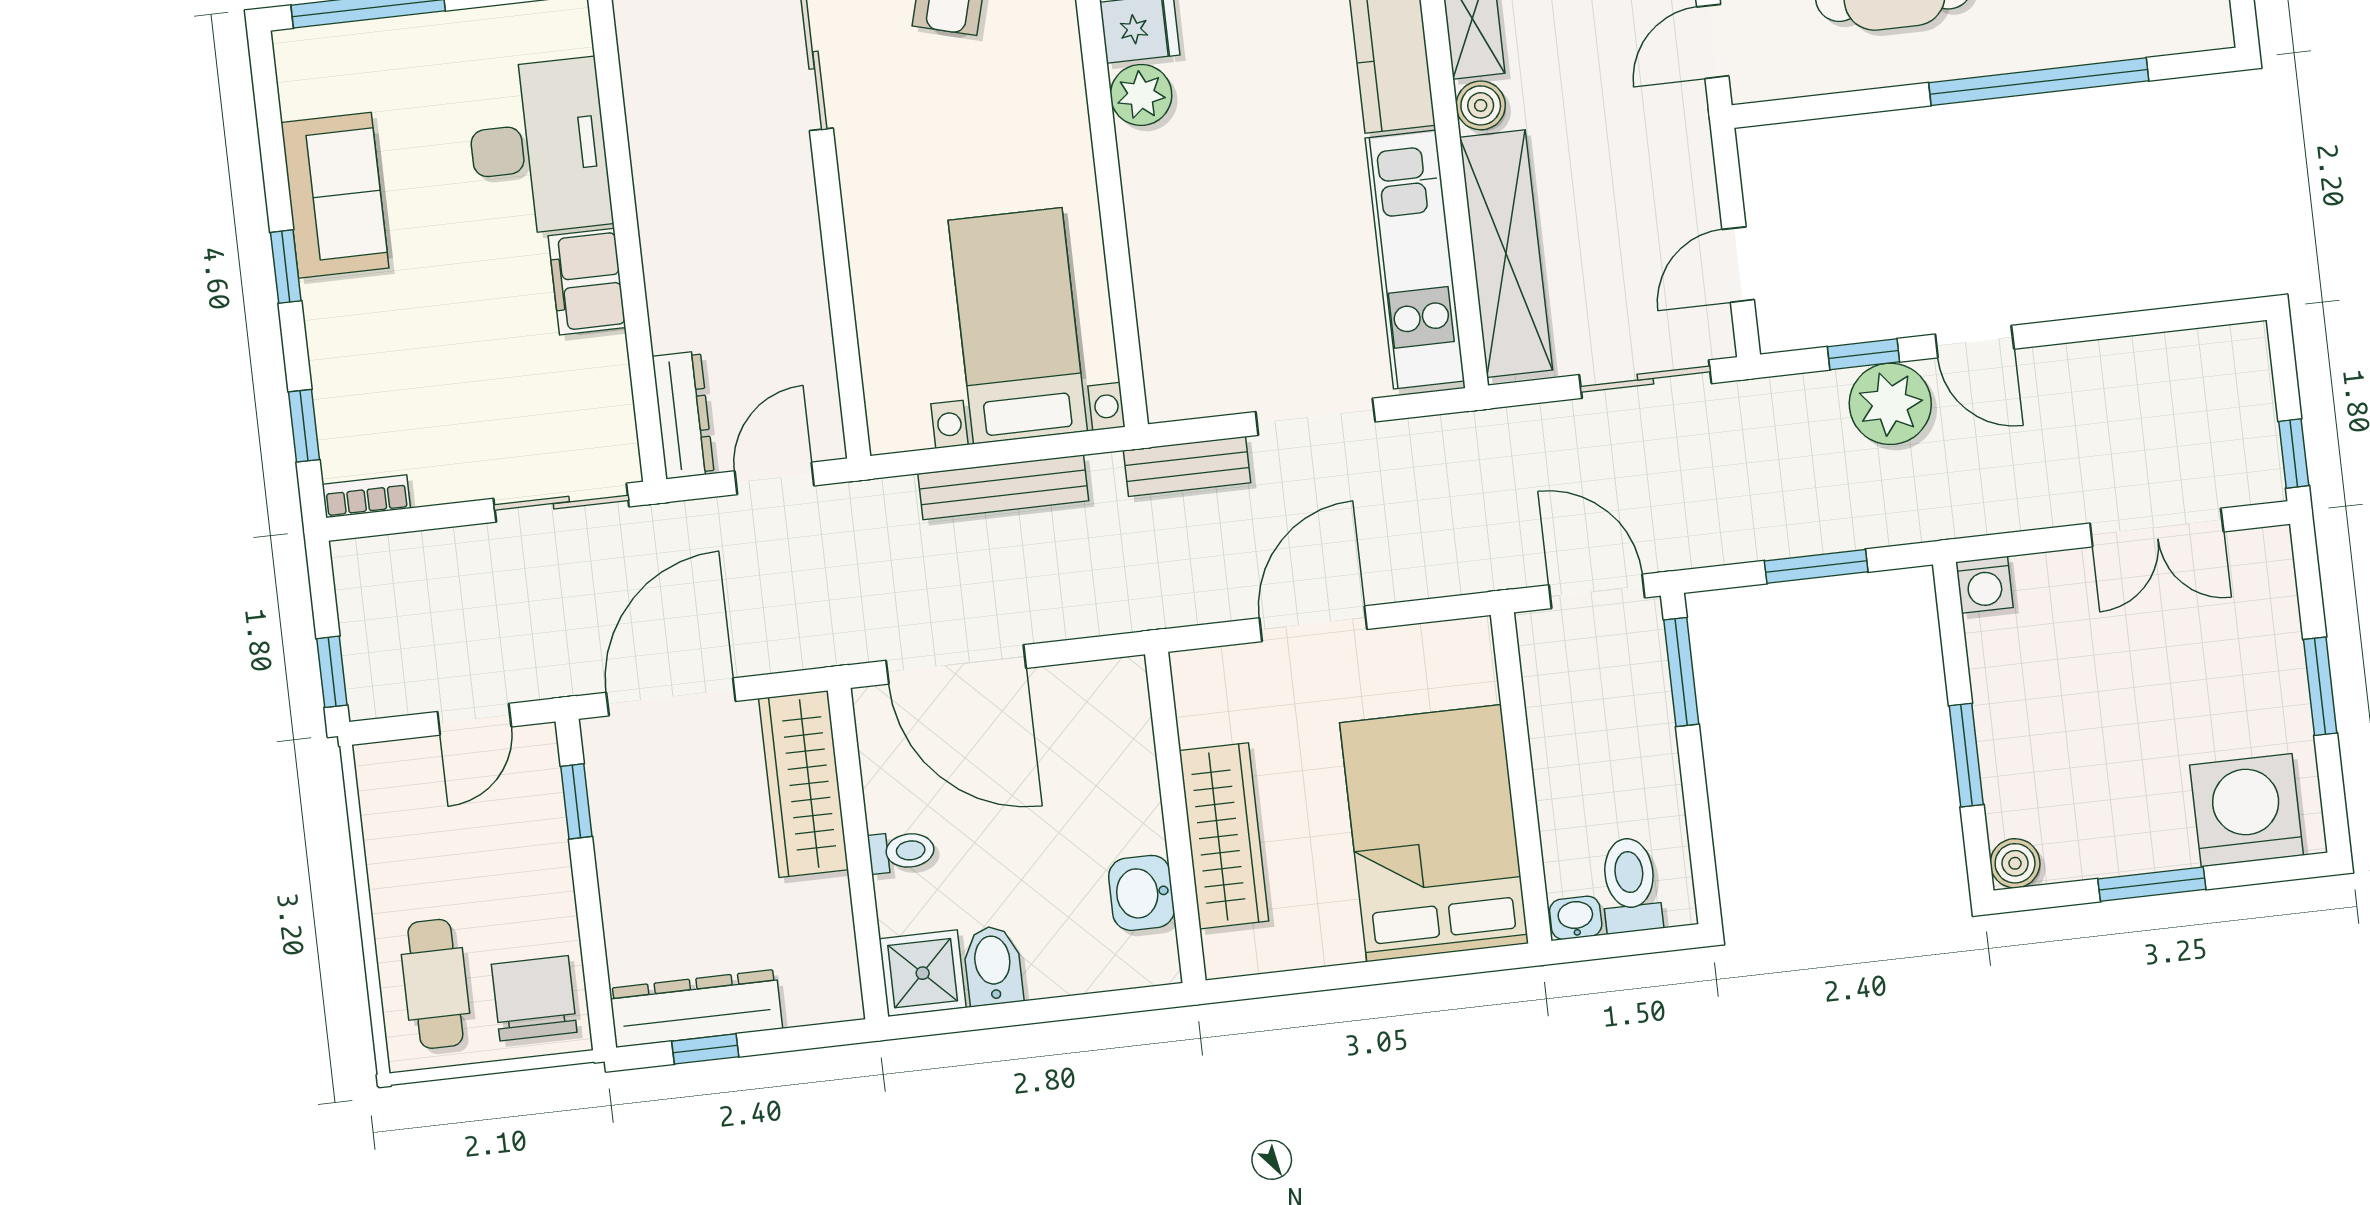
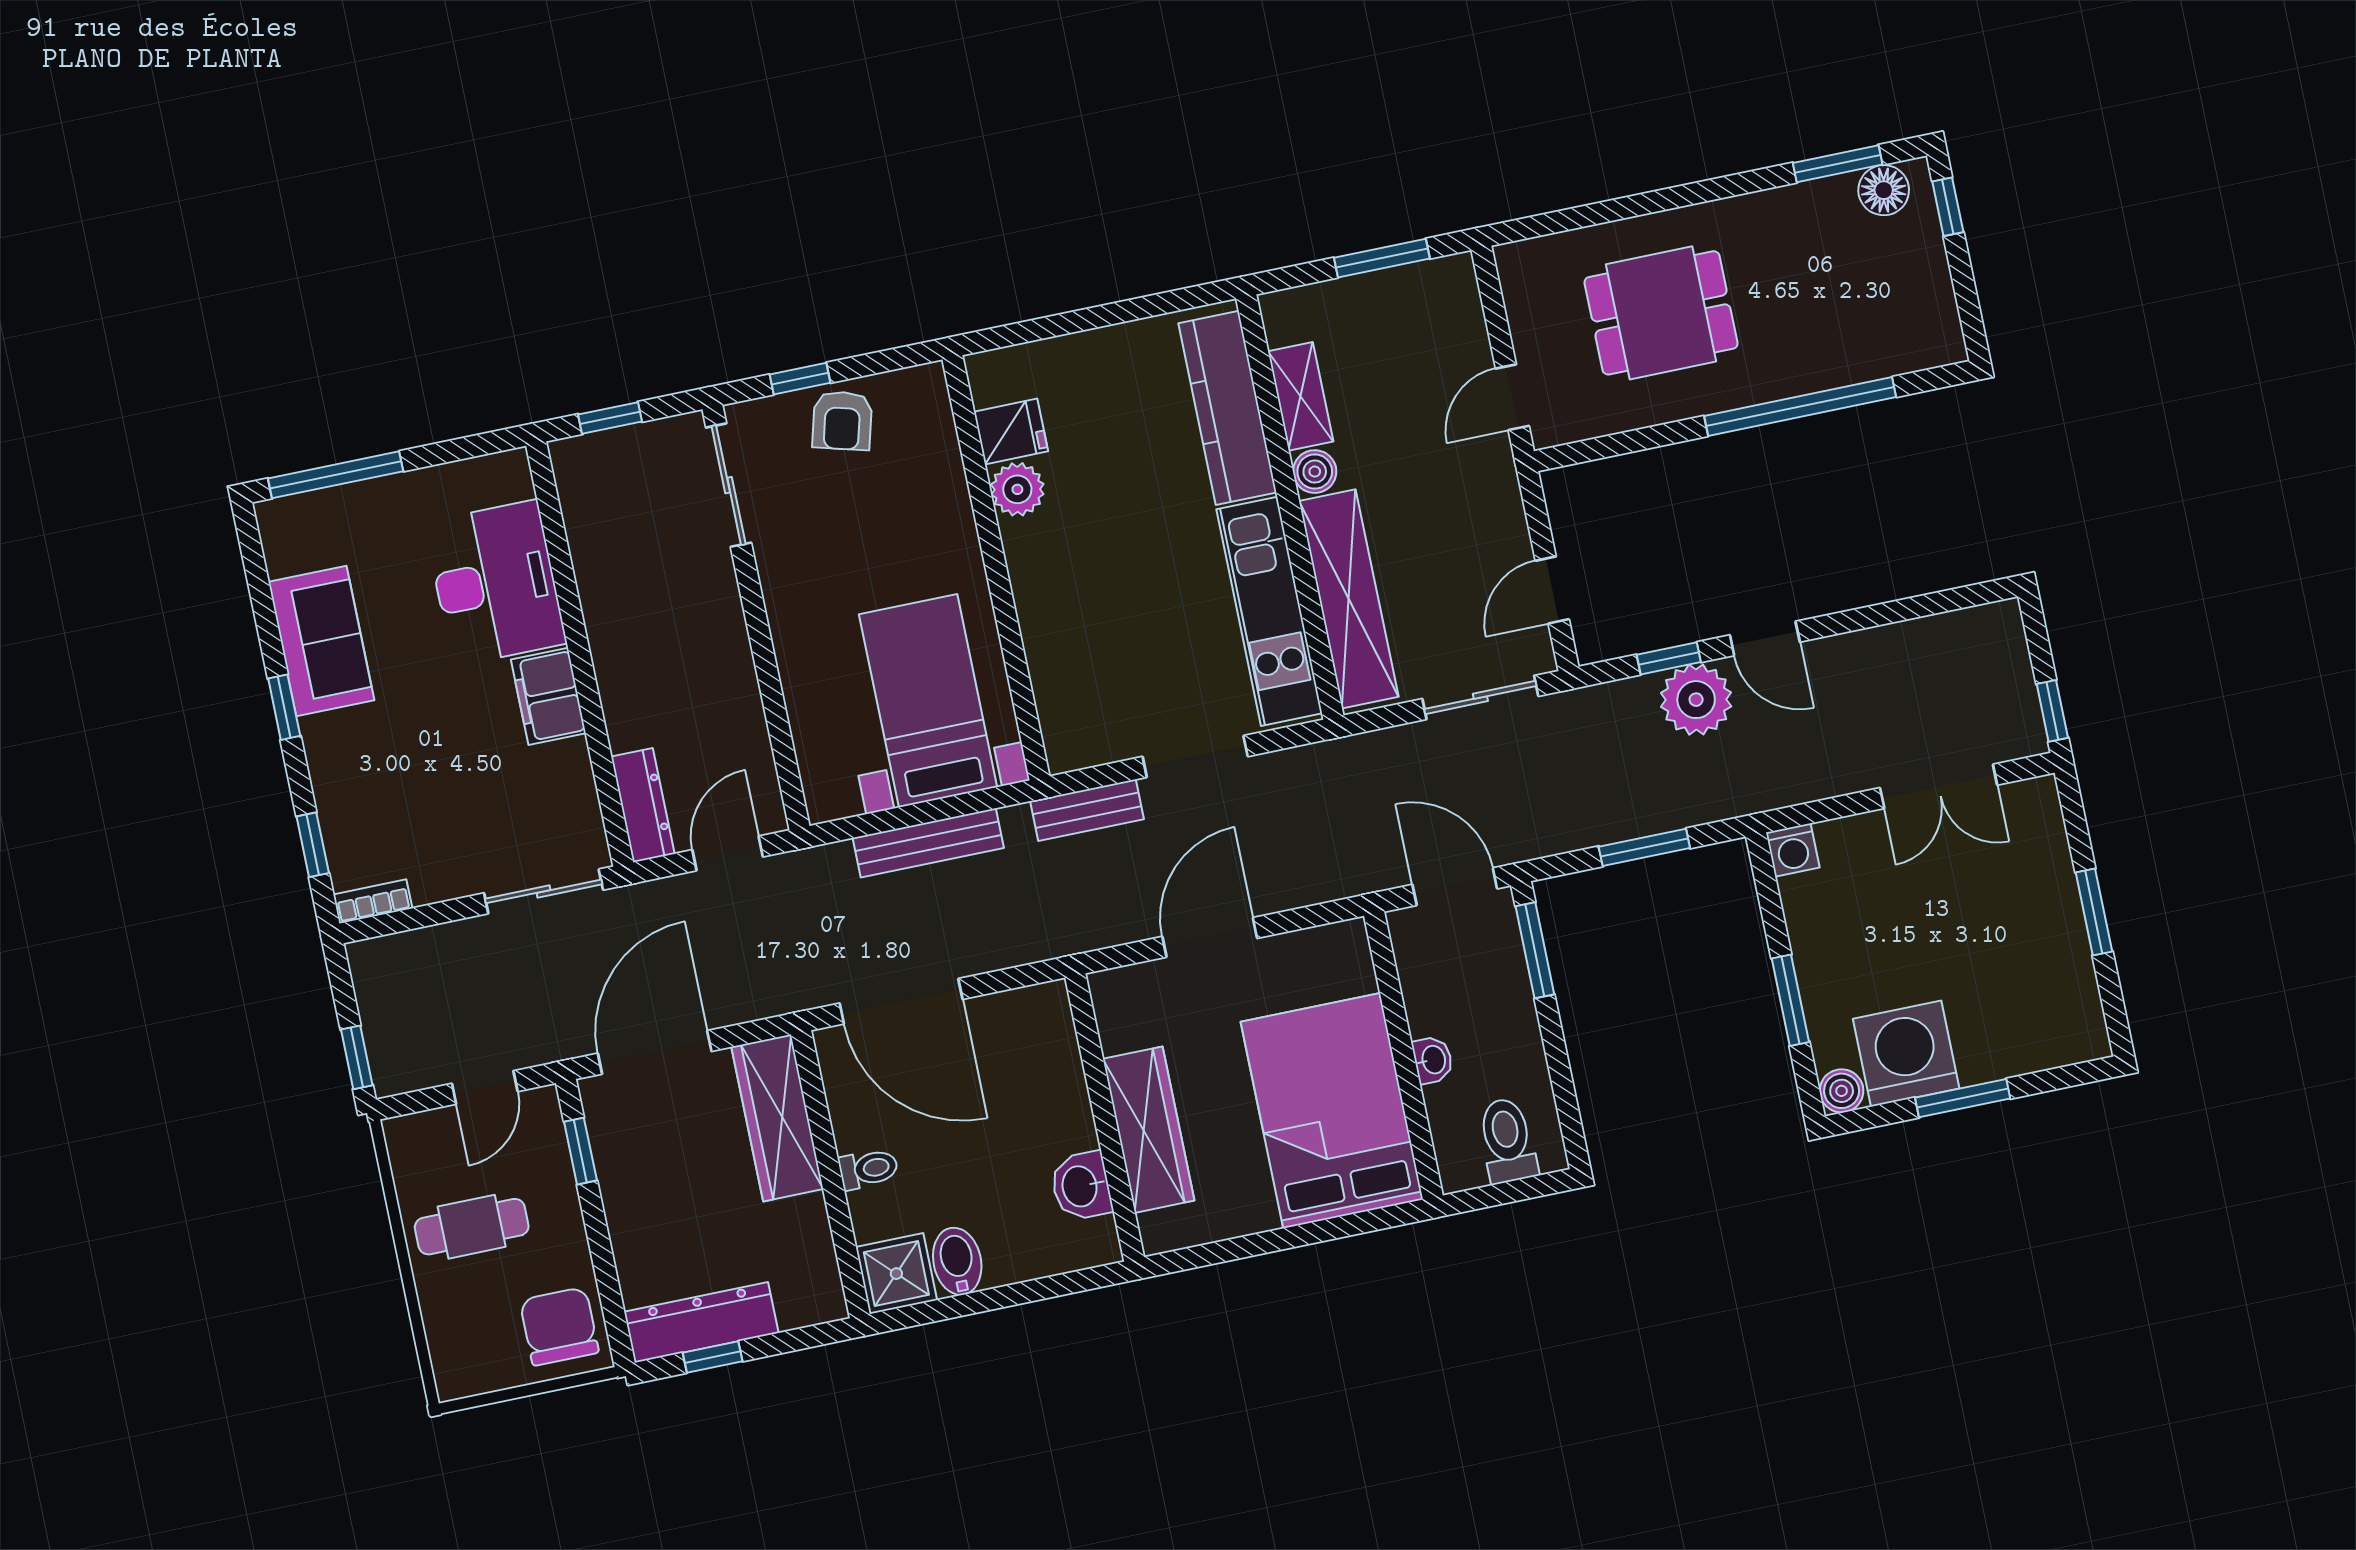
washing machine: (2247, 810) -> (1906, 1054), moved
washbasin: (1576, 918) -> (1433, 1060), moved, turned 90
cafe table: (435, 984) -> (472, 1227), moved, turned 90

